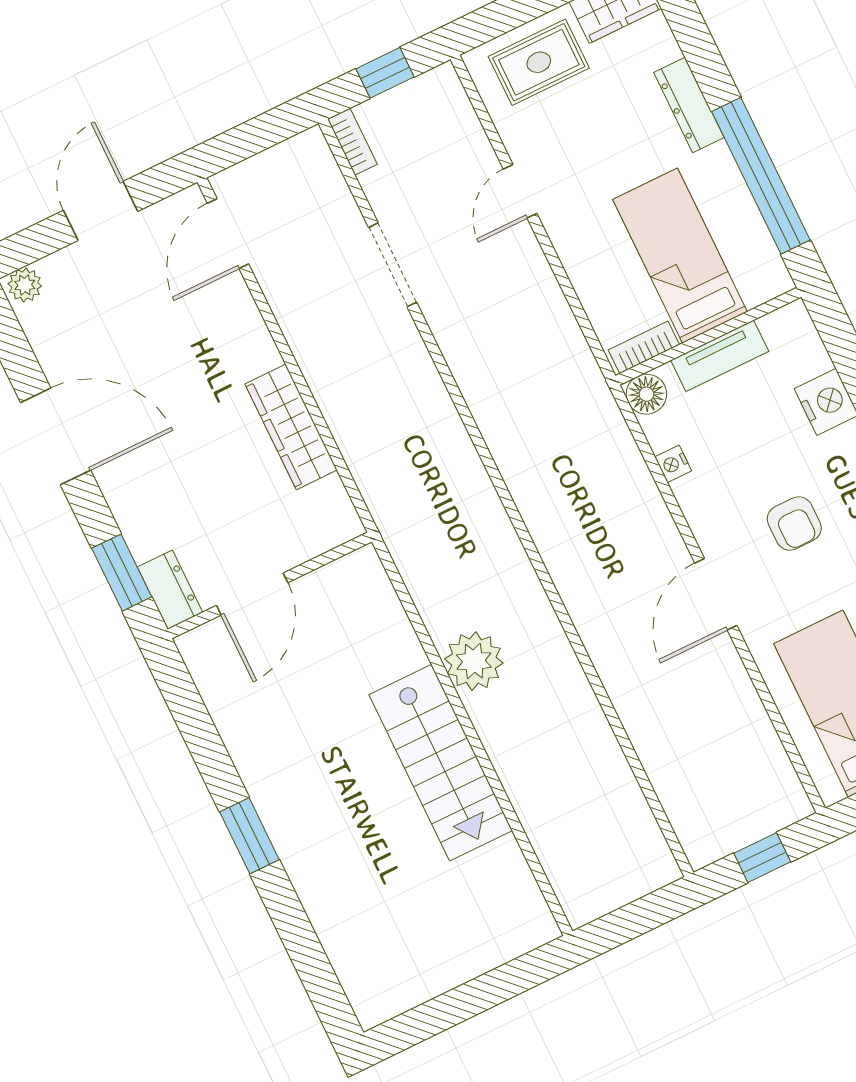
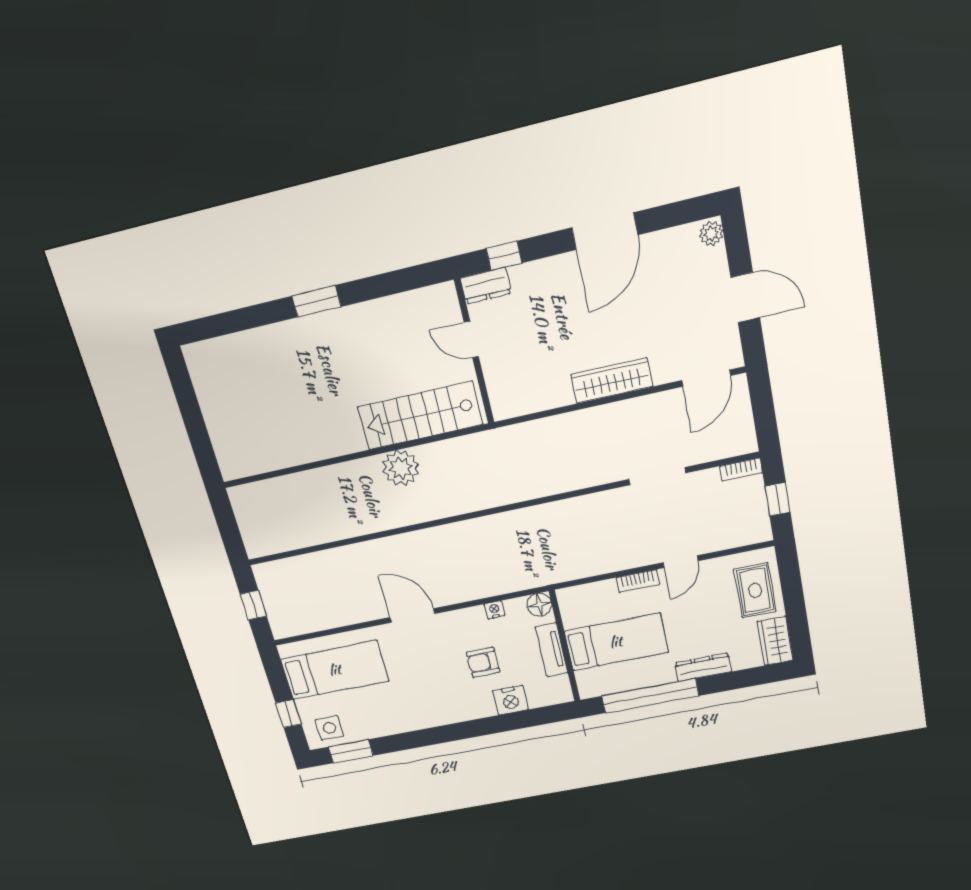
door: (520, 191) -> (681, 562), swing flipped
door: (228, 234) -> (706, 378), swing flipped
bookcase: (644, 347) -> (638, 581), moved, turned 90
wardrobe: (291, 427) -> (612, 381), moved
armchair: (794, 523) -> (483, 662), moved
window: (122, 573) -> (504, 256), width x0.67
door: (252, 594) -> (471, 339), width x0.73
stairs: (441, 763) -> (420, 416), moved

